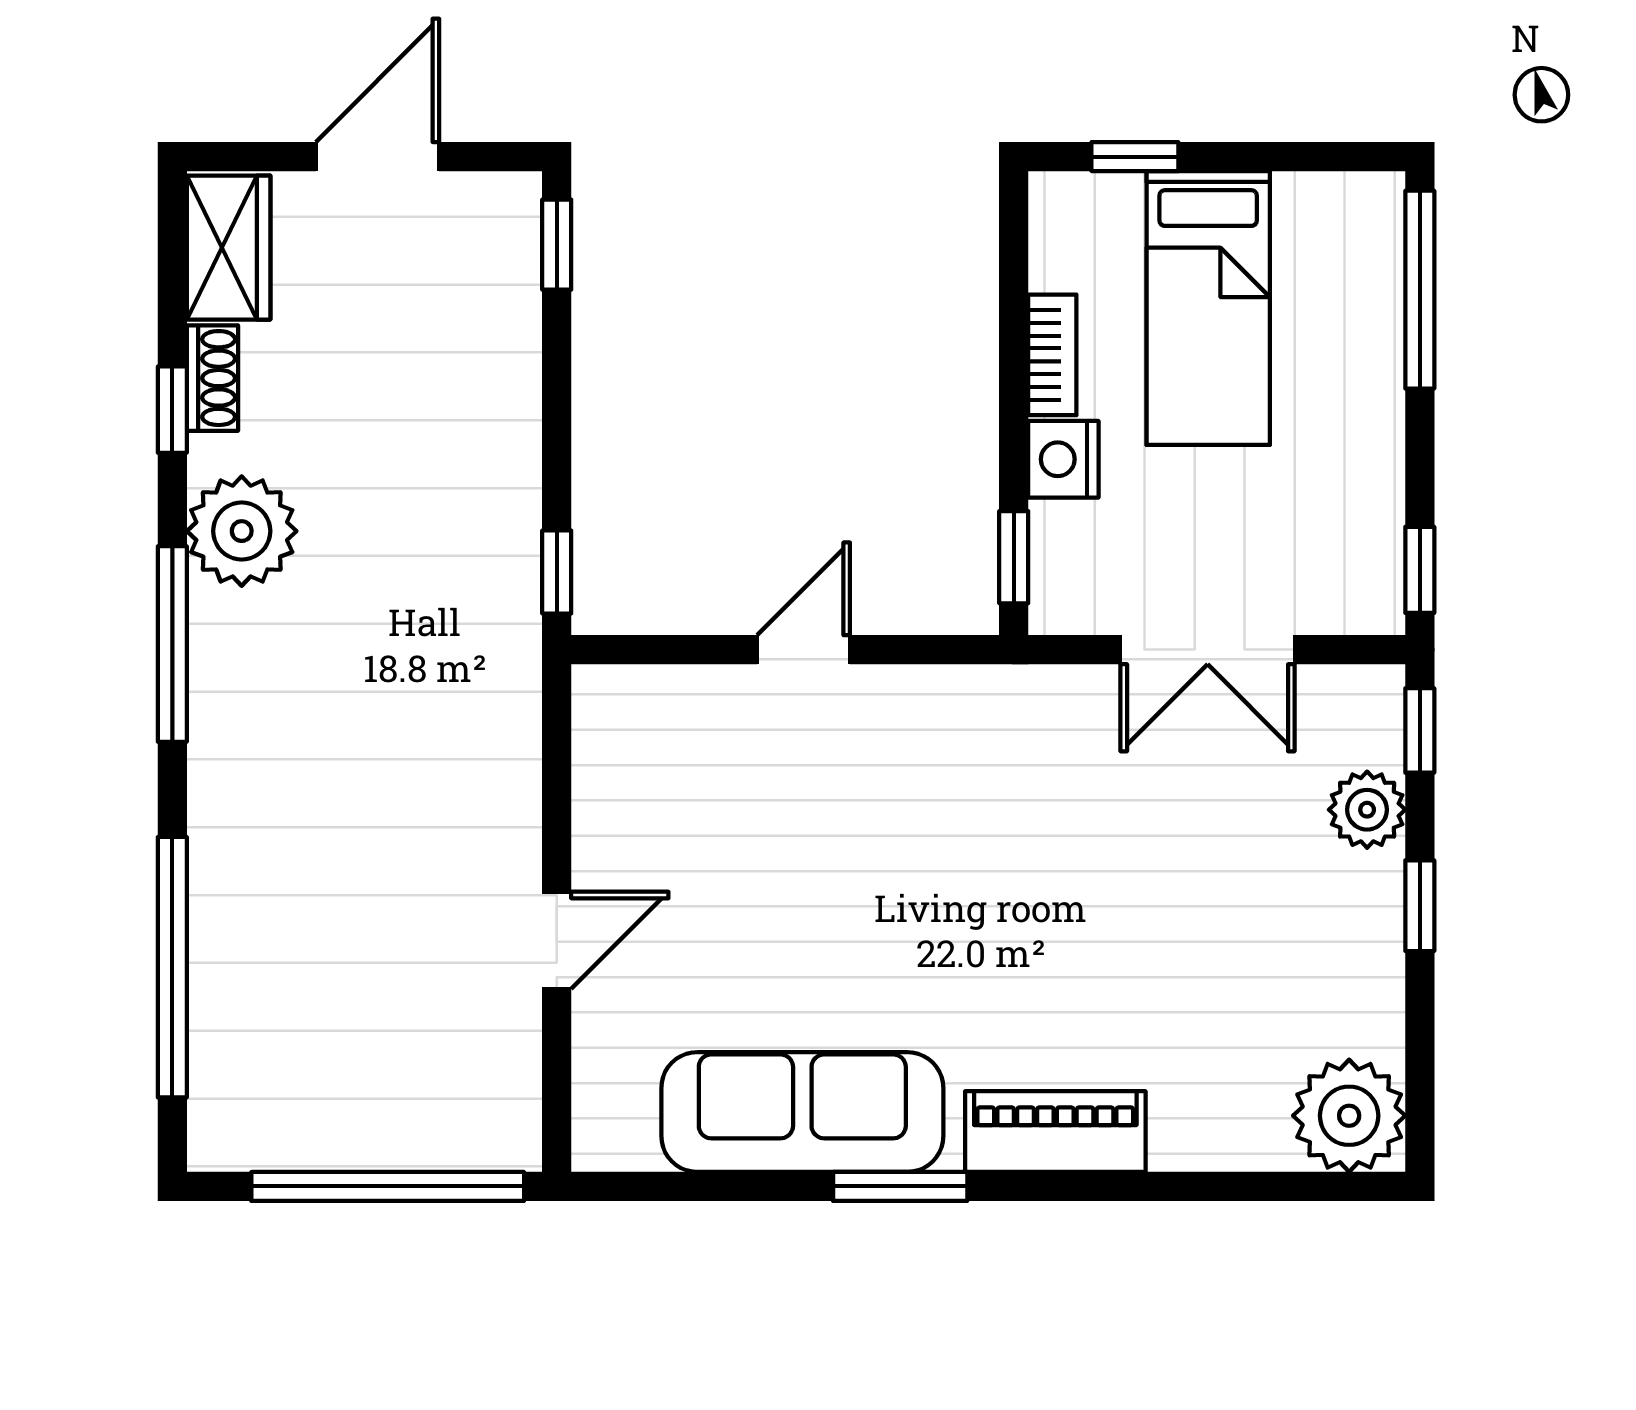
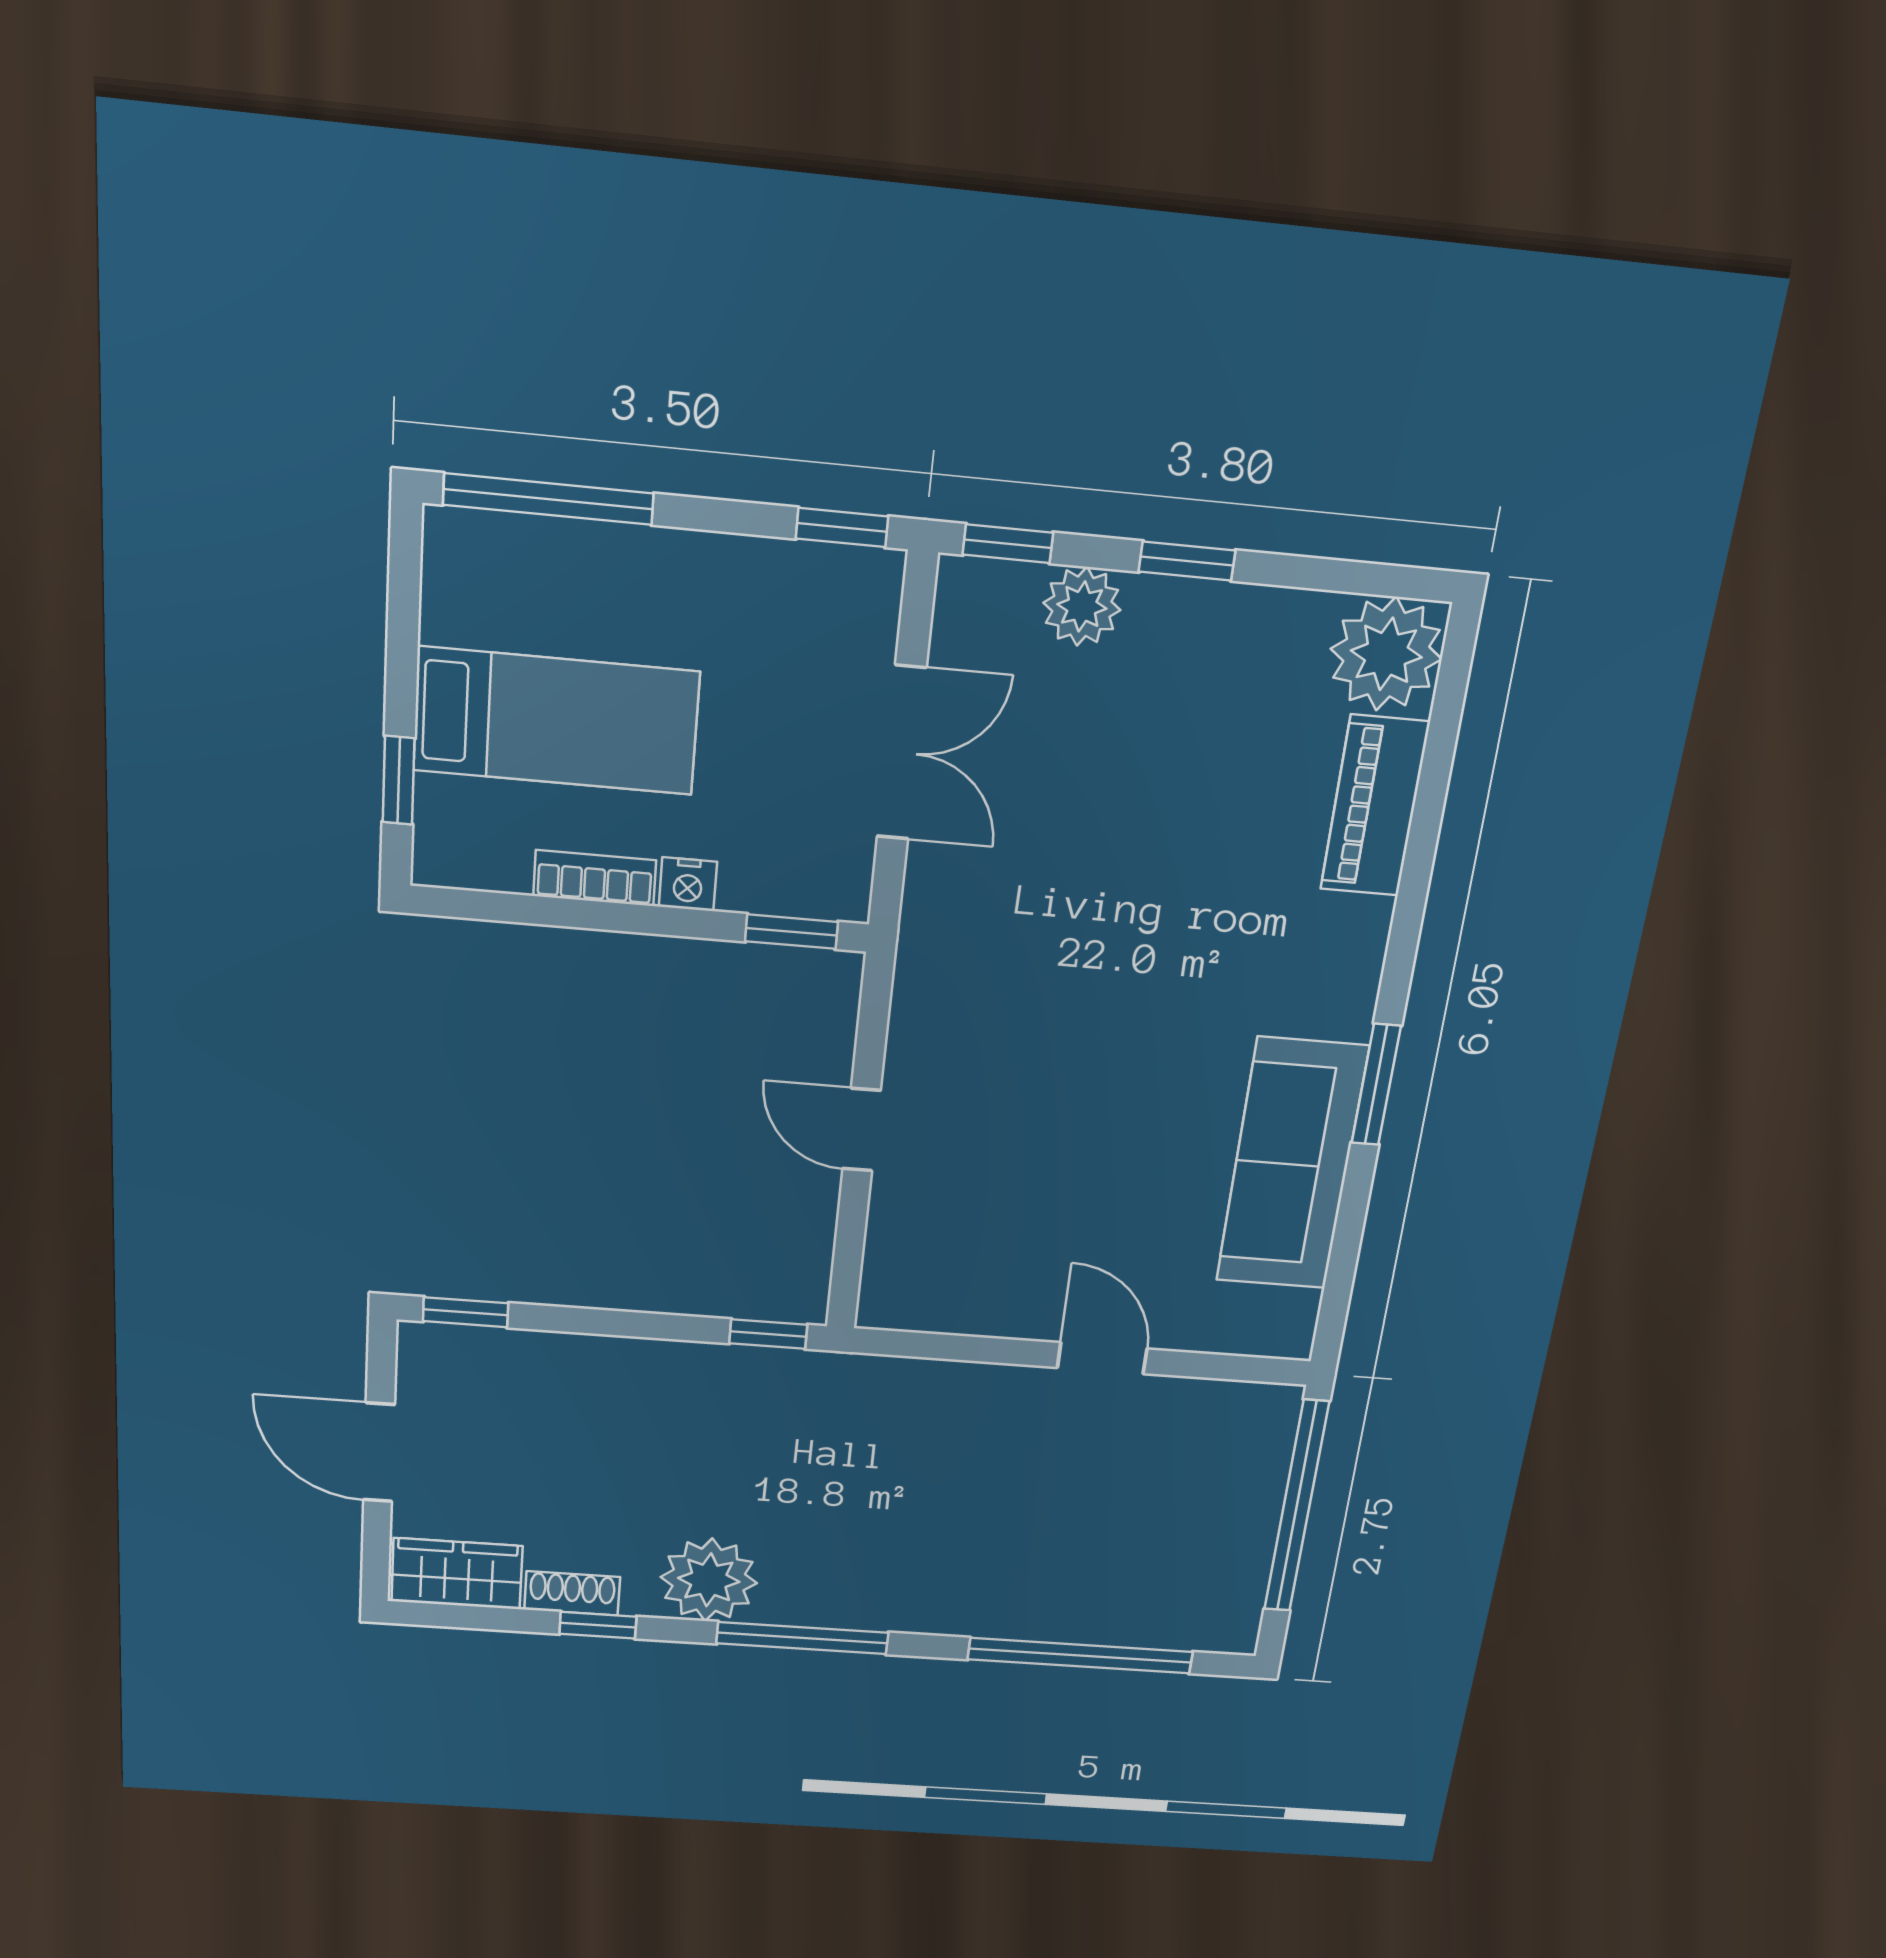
nightstand: (1063, 459) -> (688, 884), width x0.72, depth x0.74
piano: (1055, 1132) -> (1375, 806), moved

